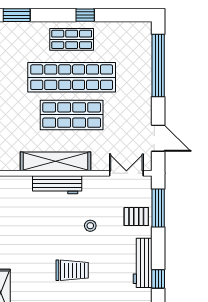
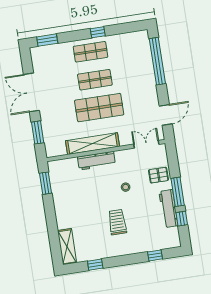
shop shelf: (72, 77) -> (95, 80), width x0.50, depth x0.74
door: (158, 138) -> (166, 115), hinge flipped
window: (158, 208) -> (178, 192), moved
trolley: (72, 270) -> (117, 222), turned -90

